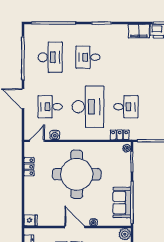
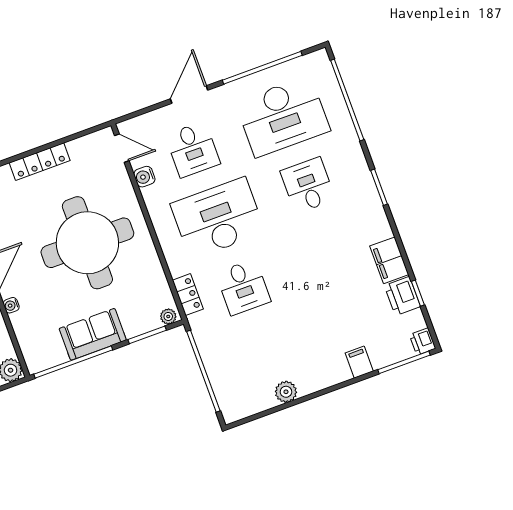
desk: (50, 57) -> (283, 116), width x1.36, depth x1.30
desk: (50, 107) -> (193, 149), turned 180
desk: (88, 107) -> (218, 218), turned 180
locker: (29, 167) -> (40, 162), moved, width x1.53
sofa: (122, 203) -> (93, 334), moved

